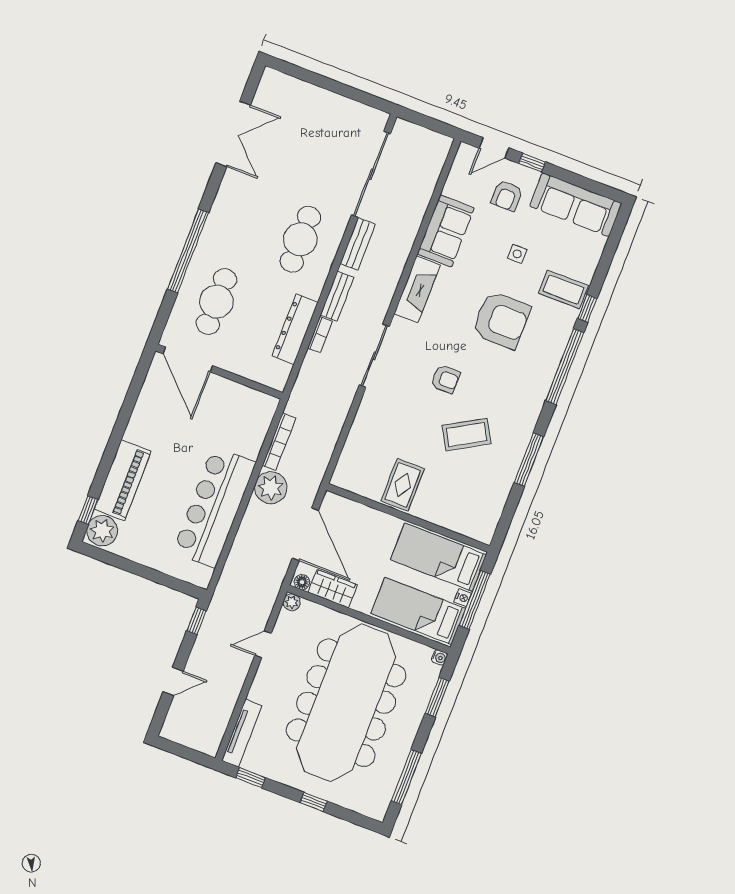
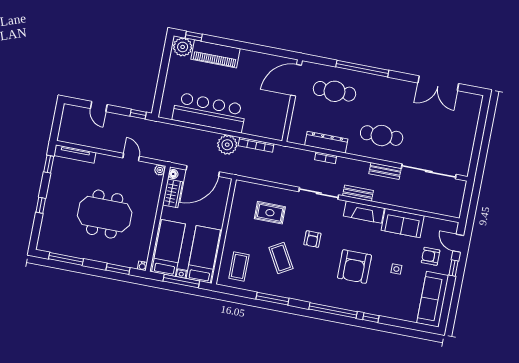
coffee table: (563, 289) -> (239, 266), moved
bench: (337, 296) -> (358, 193), moved
rug: (403, 485) -> (270, 213), moved
meeting table: (346, 703) -> (105, 214), width x0.54, depth x0.79

